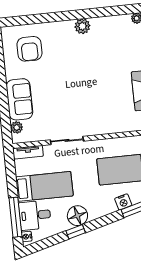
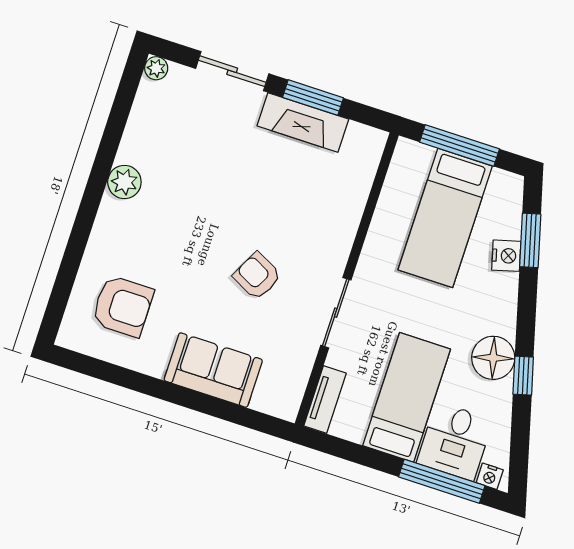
armchair: (68, 100) -> (257, 276), added
plant: (17, 127) -> (266, 400), removed

